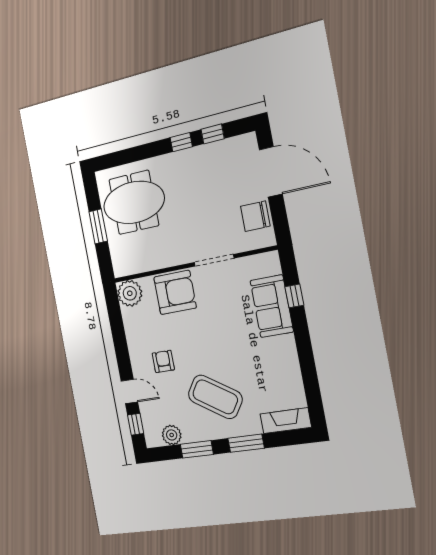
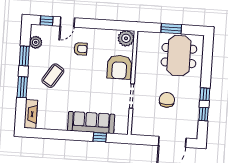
chair: (255, 216) -> (167, 100), moved
sofa: (272, 306) -> (91, 122), width x1.36
coffee table: (215, 397) -> (53, 76), width x0.73, depth x0.76

